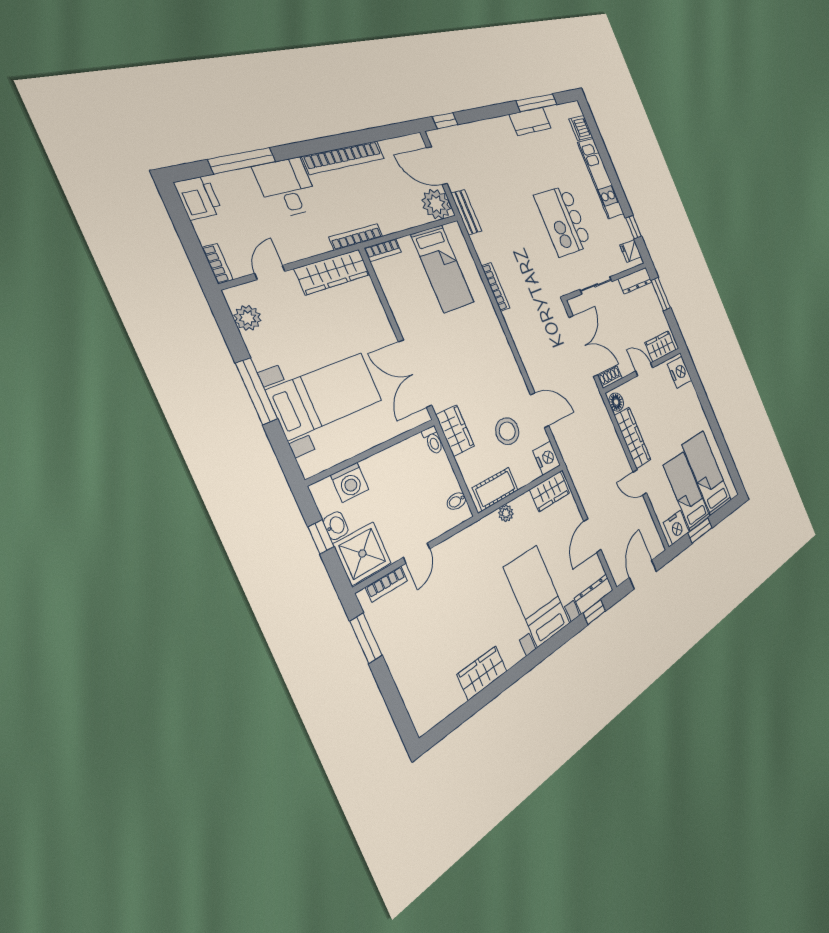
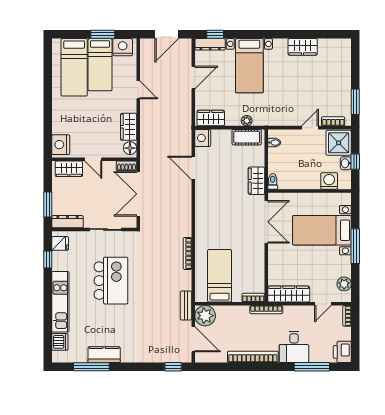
stool: (507, 431) -> (222, 166), removed
wardrobe: (633, 438) -> (129, 127), width x0.67

